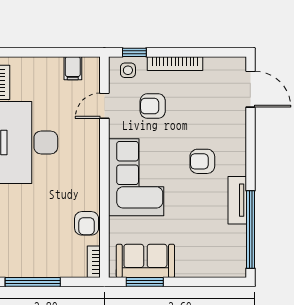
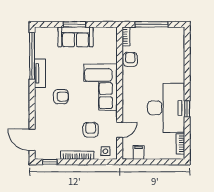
window: (134, 52) -> (50, 162), moved
armchair: (153, 106) -> (91, 130), turned -90
sofa: (145, 261) -> (76, 37), moved
window: (33, 282) -> (151, 24), moved
window: (145, 282) -> (74, 24), moved

